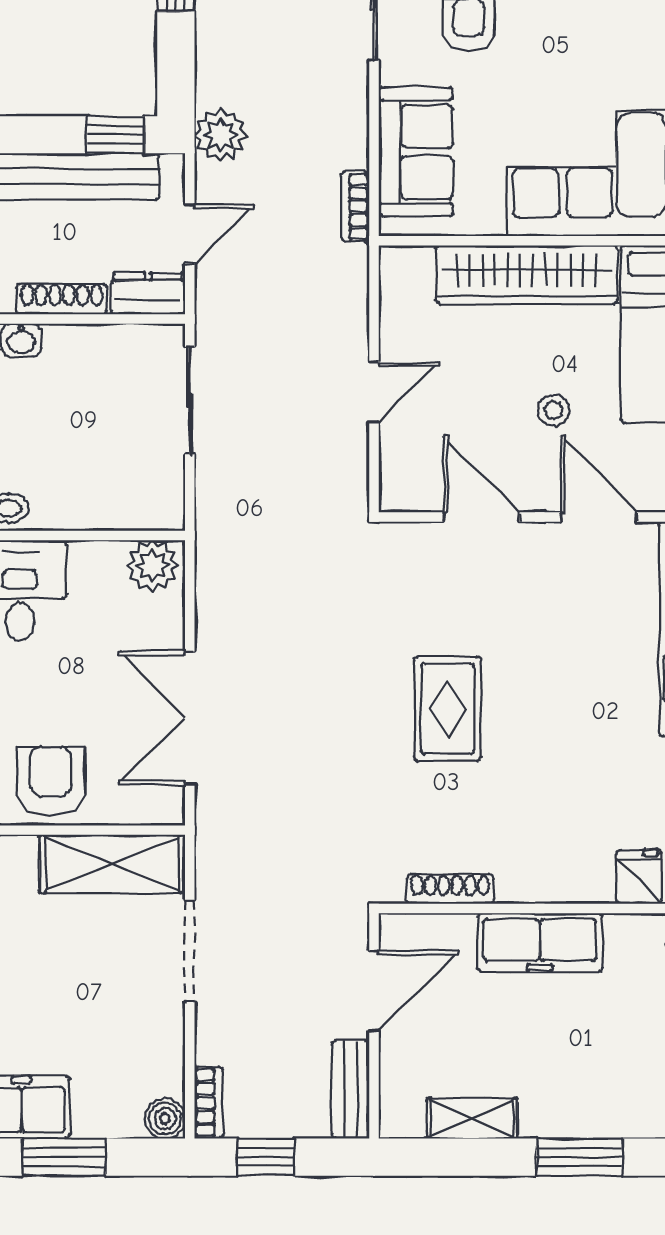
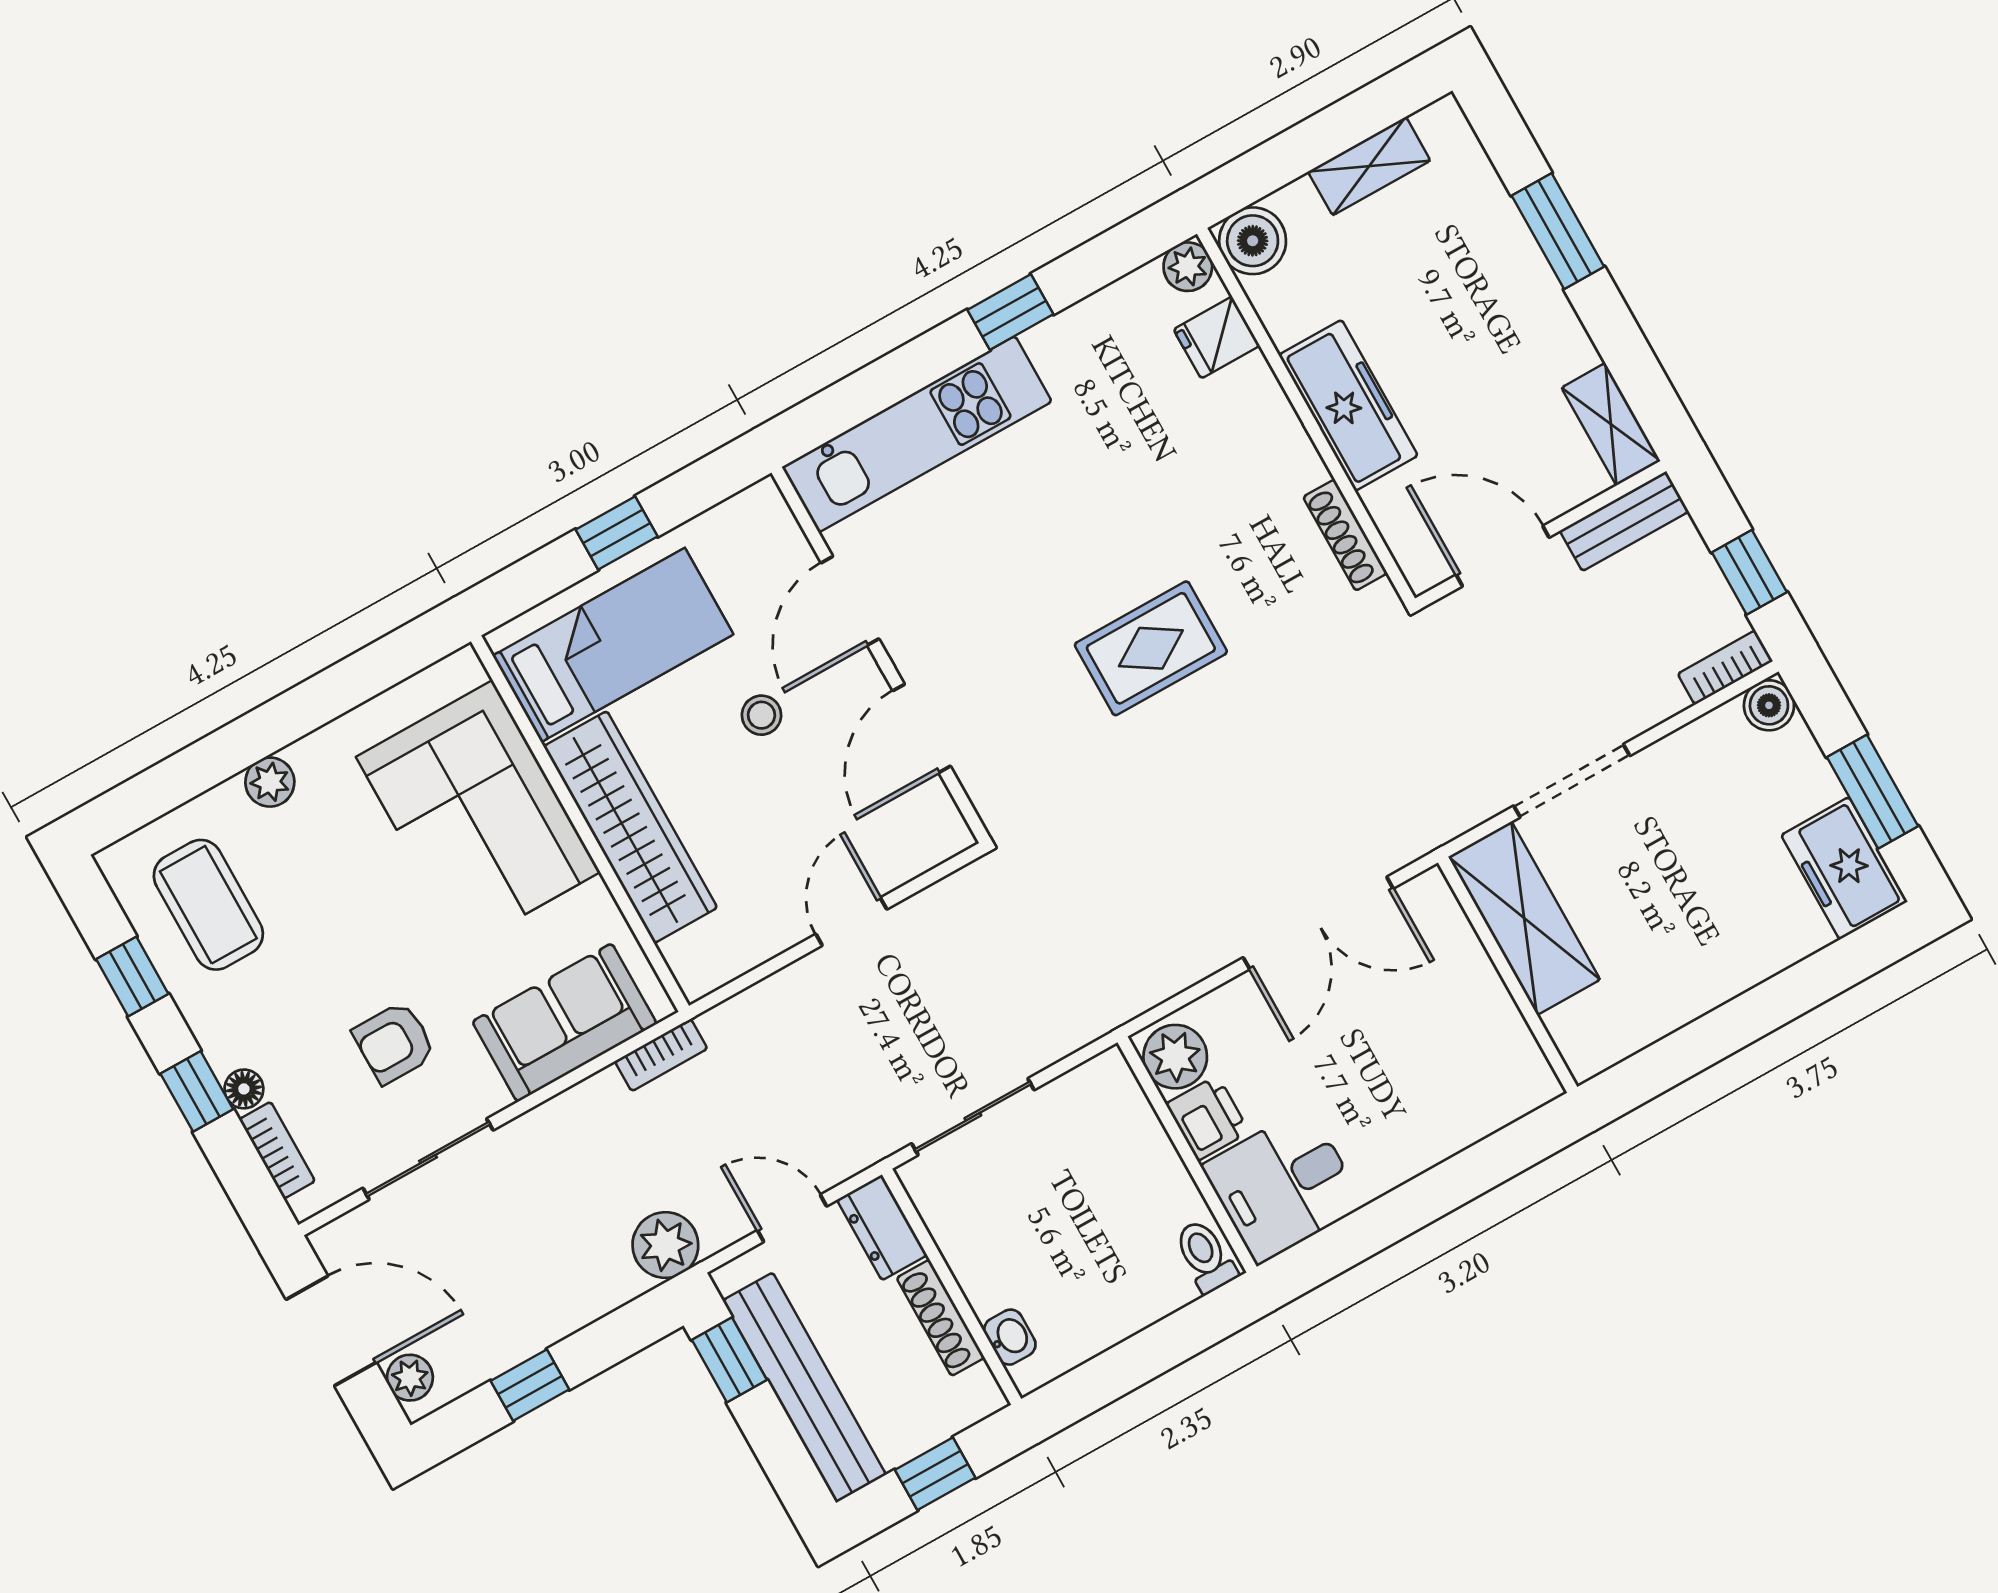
door: (374, 392) -> (851, 922), hinge flipped
printer: (97, 564) -> (1208, 1118), added
armchair: (51, 781) -> (1472, 1036), removed
shelving: (472, 1118) -> (1611, 424), moved

